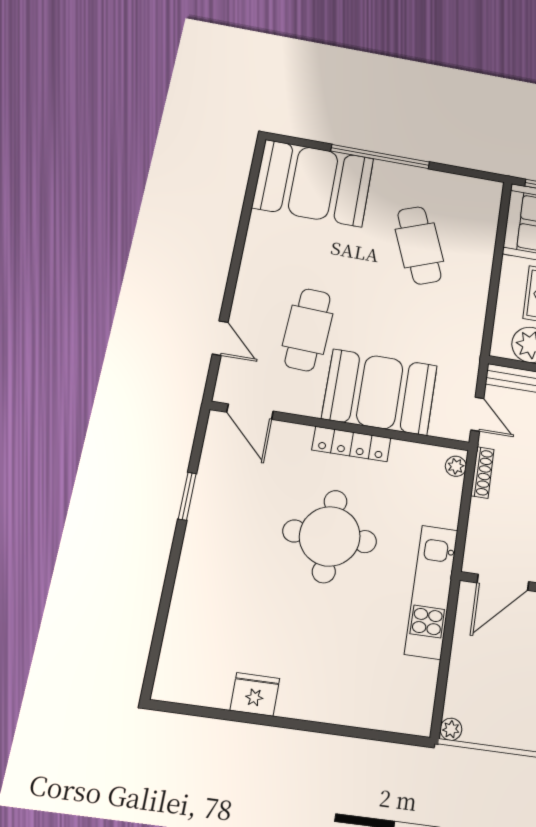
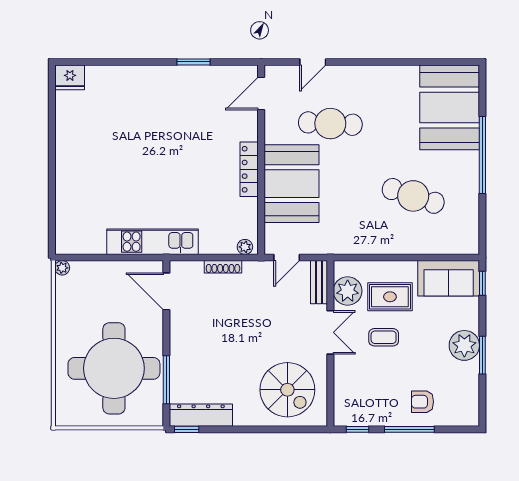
cafe table: (419, 245) -> (413, 196), turned 39
shoe rack: (482, 472) -> (223, 267), moved
round table: (330, 536) -> (181, 165), removed
fridge: (255, 694) -> (70, 77), moved, turned 90

